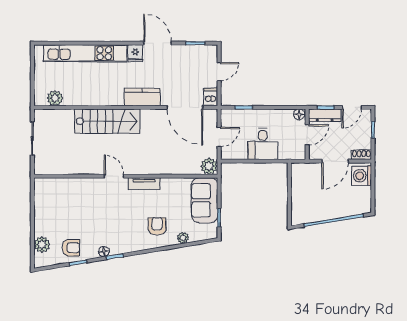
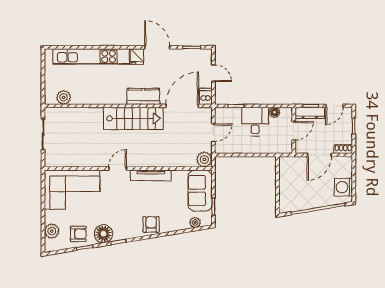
door: (219, 72) -> (213, 73), hinge flipped
door: (185, 107) -> (182, 106), swing flipped
floor lamp: (299, 114) -> (275, 112), moved
stairs: (107, 121) -> (133, 118), moved
desk: (263, 144) -> (255, 122), moved, turned 180
door: (114, 176) -> (118, 169), hinge flipped
washing machine: (362, 176) -> (343, 187), moved
tv unit: (144, 184) -> (151, 175), width x1.41
corner sofa: (64, 199) -> (72, 190), added
armchair: (157, 226) -> (151, 224), moved
plant: (183, 238) -> (195, 222), moved
floor lamp: (104, 251) -> (103, 234), width x1.89, depth x1.89

